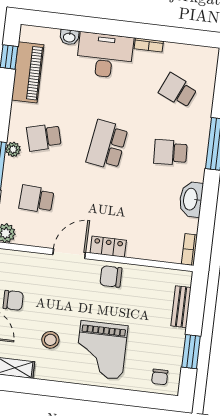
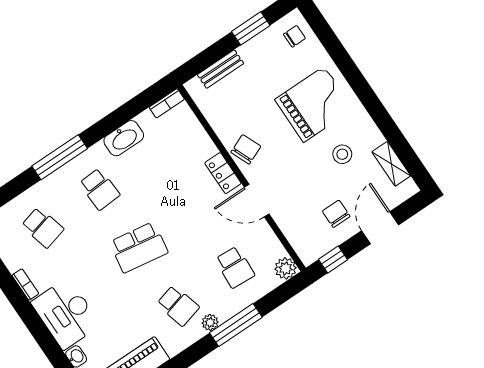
school desk: (178, 91) -> (43, 227), turned -39
chair: (111, 277) -> (246, 149), turned -113

